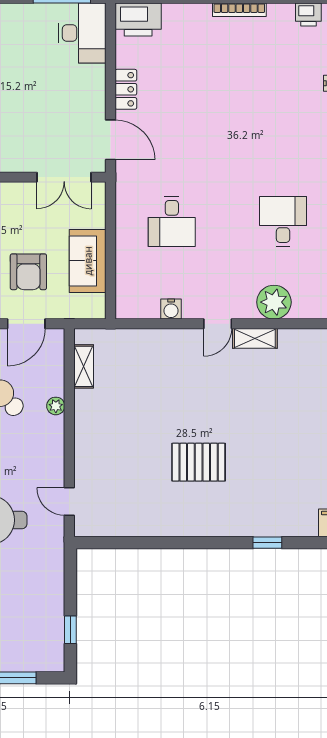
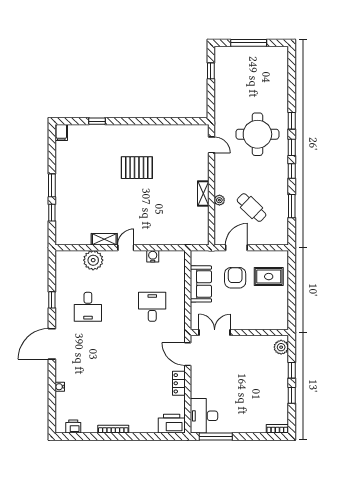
shelving: (84, 366) -> (203, 194), moved

